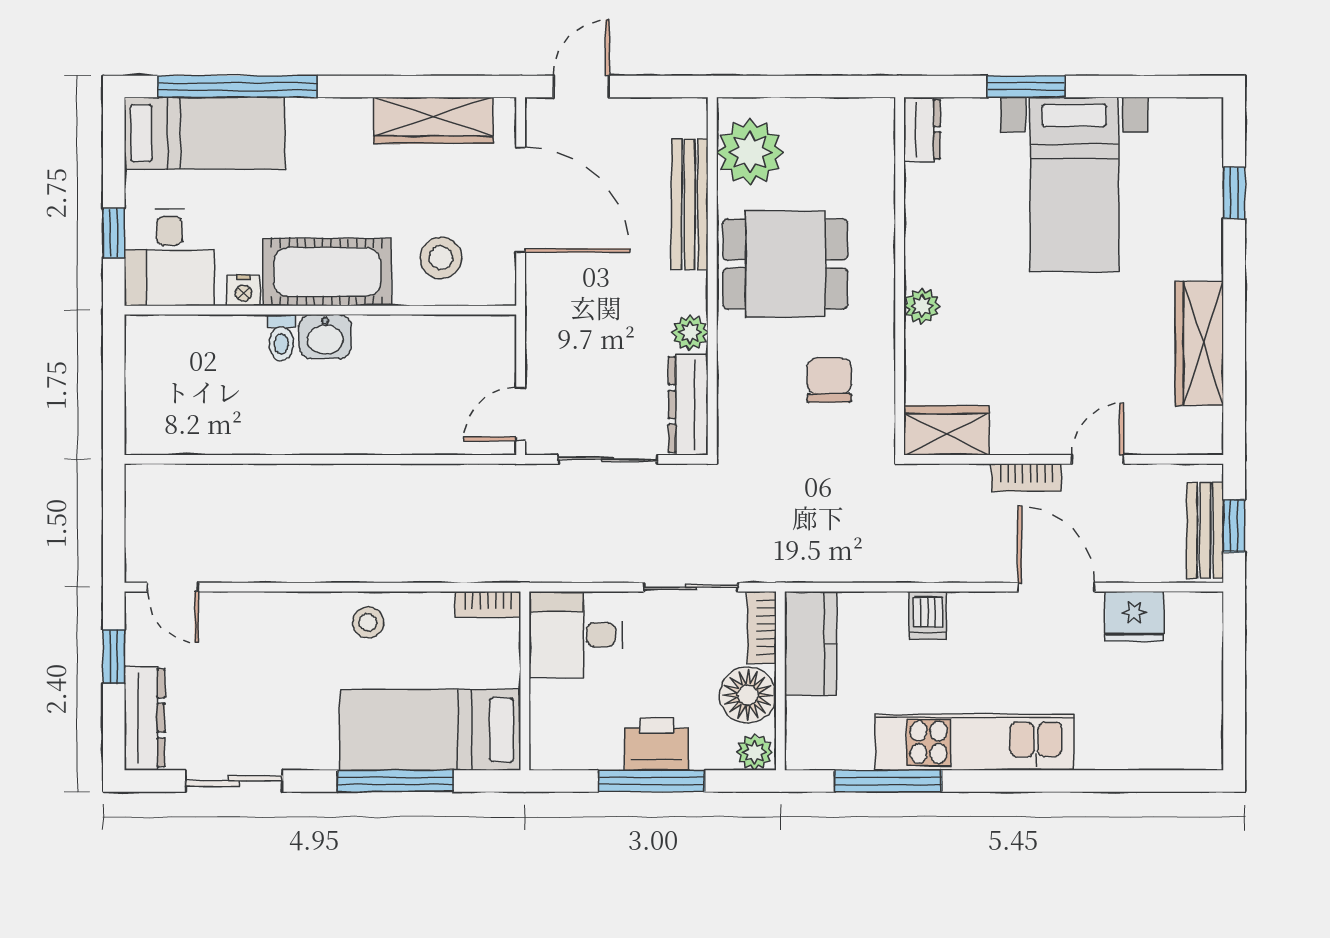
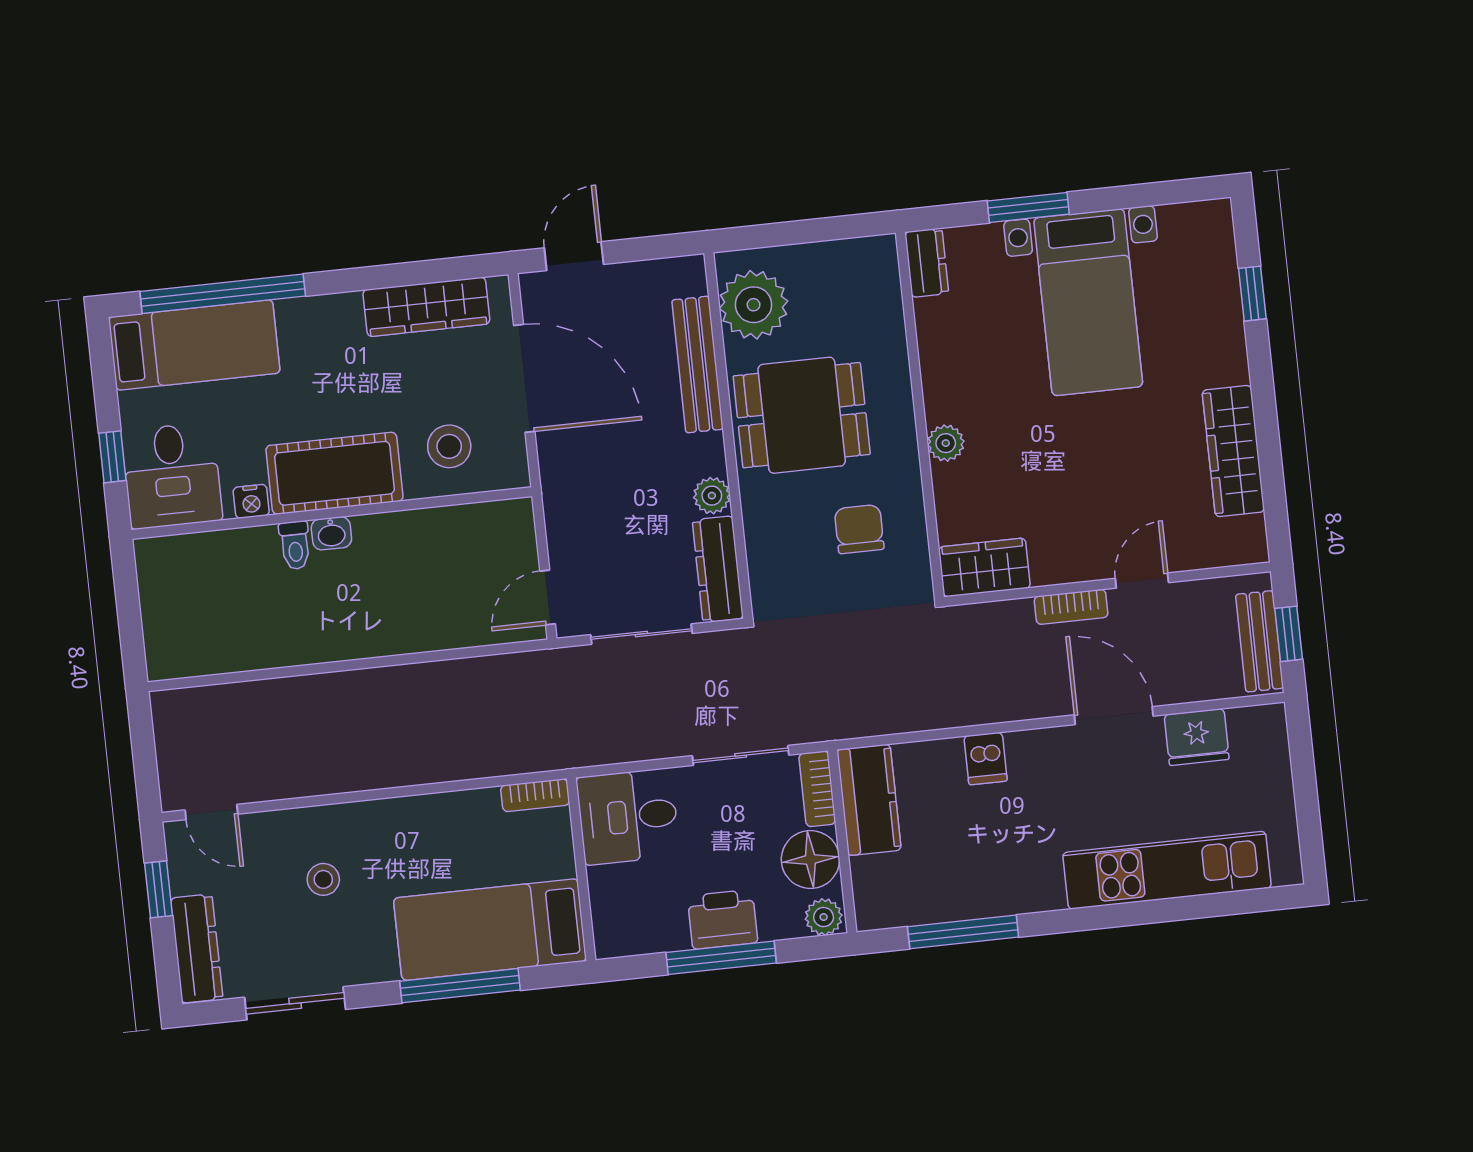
washbasin: (325, 337) -> (331, 533), width x0.72, depth x0.69
stool: (368, 622) -> (323, 879), moved
kitchen unit: (974, 742) -> (1167, 870), moved

